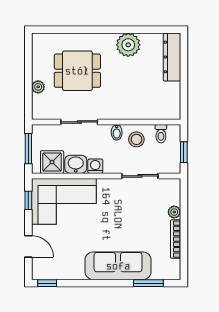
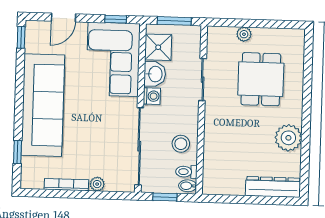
bidet: (117, 132) -> (188, 186), moved
sliding door: (140, 176) -> (139, 146), width x1.86
sofa: (118, 266) -> (43, 105), width x1.36, depth x1.27
window: (148, 283) -> (17, 152), width x0.67

